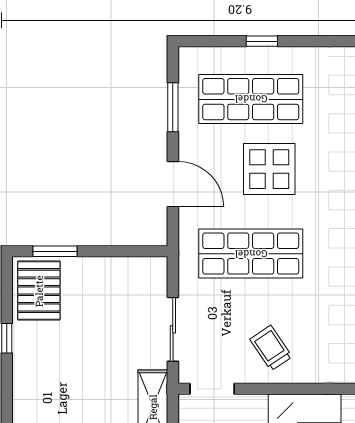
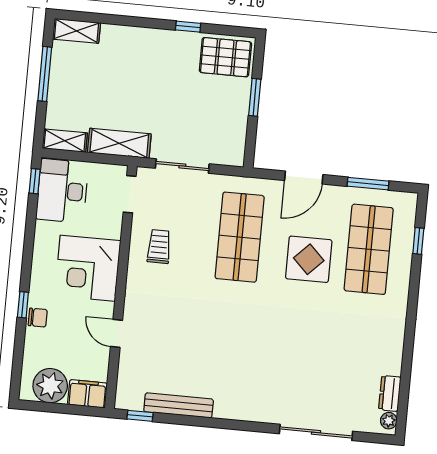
window: (262, 41) -> (418, 241), moved
window: (55, 251) -> (255, 97), moved
trolley: (271, 348) -> (159, 247), turned -56

